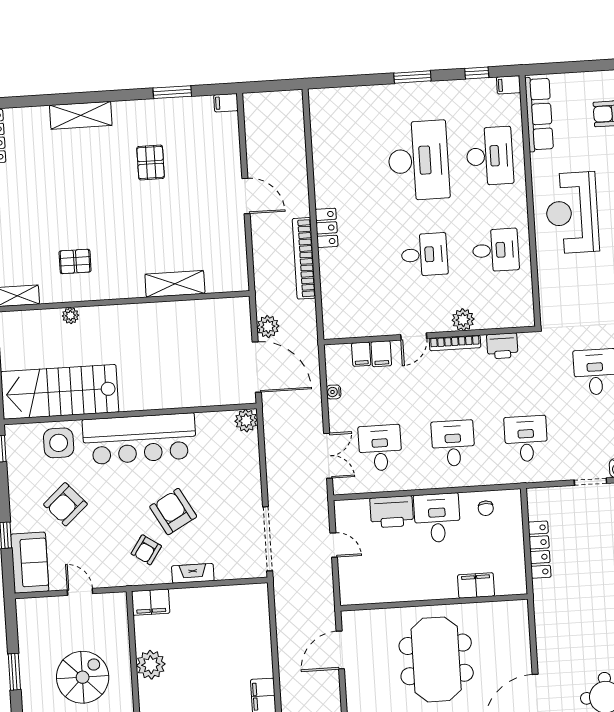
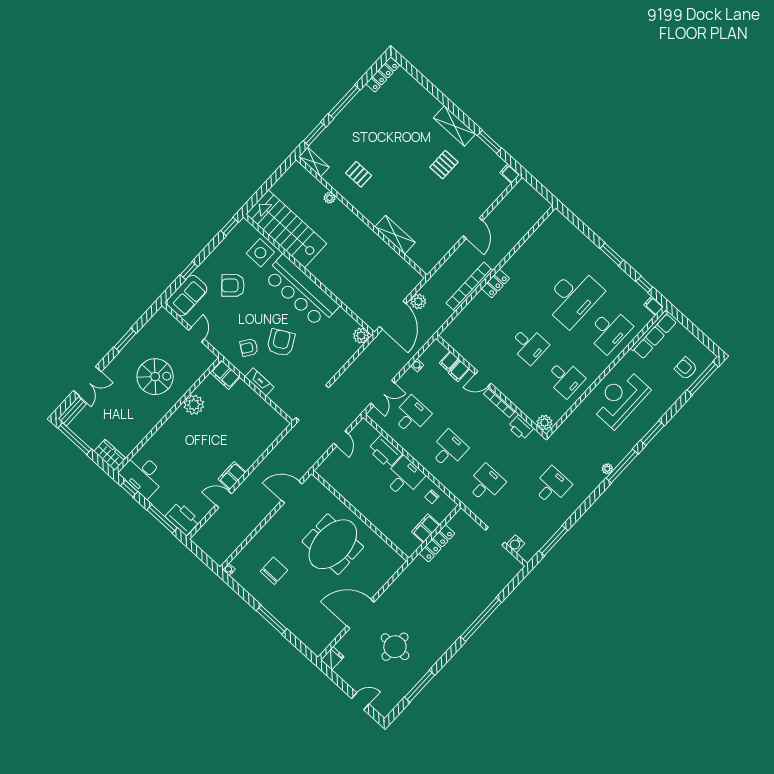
shelving: (81, 115) -> (454, 126), moved
plant: (463, 320) -> (544, 423), moved
filing cabinet: (476, 585) -> (426, 528), moved, turned -90

